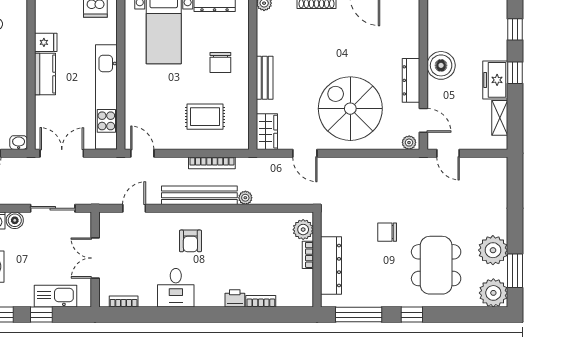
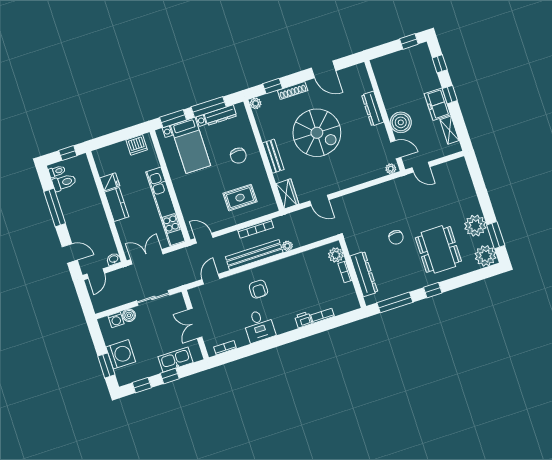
boiler: (441, 65) -> (401, 122), moved
dresser: (411, 80) -> (373, 109), moved
spiral stairs: (350, 109) -> (317, 133), moved, turned 180
chair: (387, 232) -> (396, 237), turned -90

